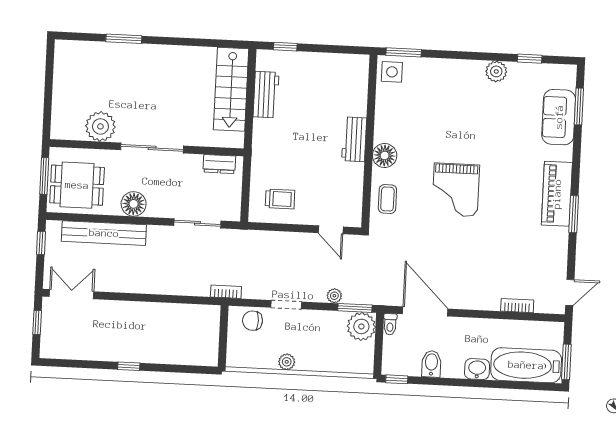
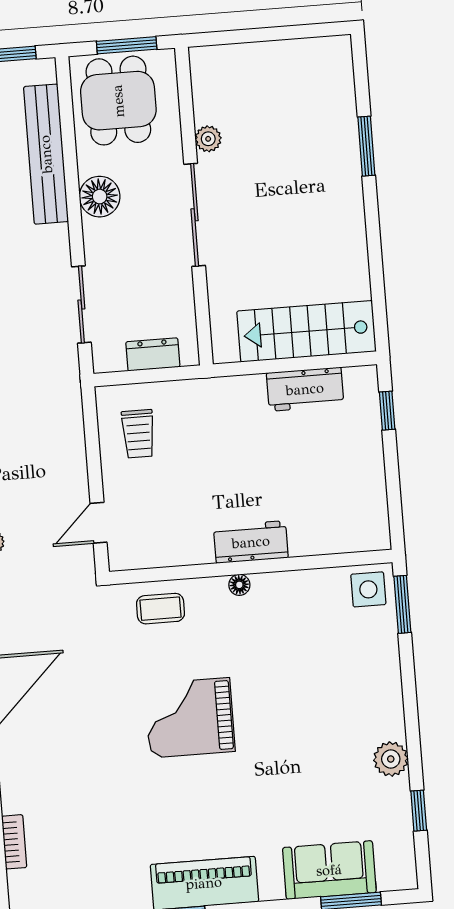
plant: (100, 126) -> (208, 139), width x0.53, depth x0.53
floor lamp: (385, 156) -> (239, 585), width x0.53, depth x0.53
dresser: (219, 164) -> (153, 354), moved, turned 90

